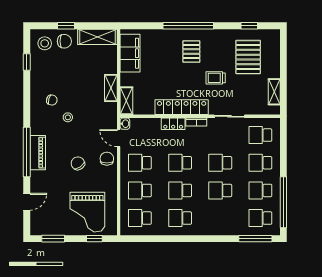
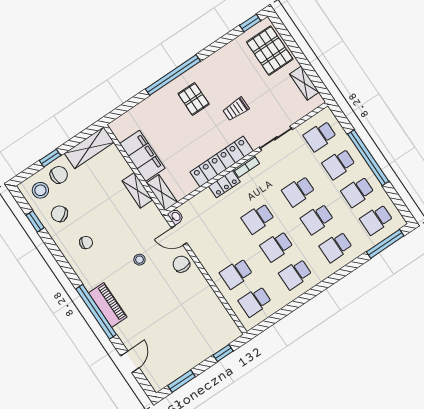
window: (249, 26) -> (250, 23), moved
filing cabinet: (130, 53) -> (142, 156), moved
pallet: (248, 57) -> (270, 51), moved
stool: (68, 117) -> (140, 260), moved
chair: (78, 163) -> (59, 214), moved
school desk: (140, 163) -> (336, 247), moved
window: (283, 202) -> (368, 158), moved
grand piano: (87, 212) -> (198, 331), removed

